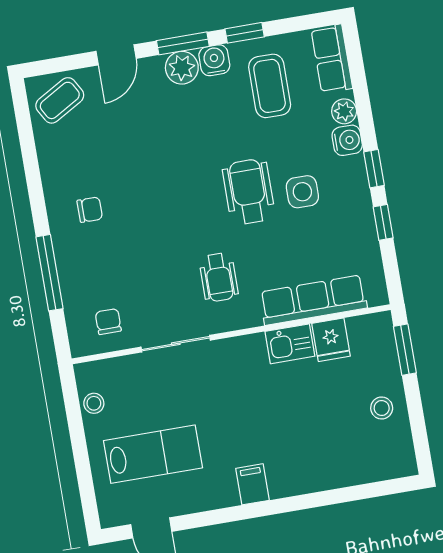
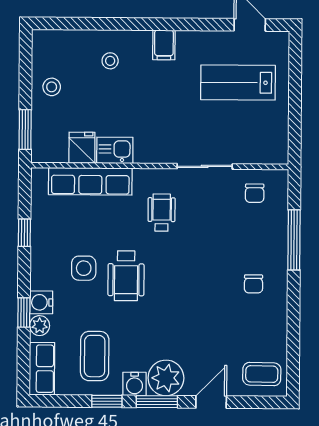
plant: (182, 68) -> (166, 378), width x1.36, depth x1.36
coffee table: (60, 100) -> (262, 374), turned 31
window: (374, 169) -> (24, 312), moved
chair: (90, 210) -> (253, 284), turned -90
stool: (94, 403) -> (110, 61), moved

